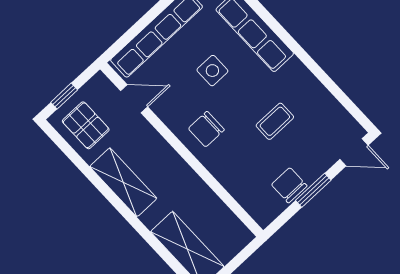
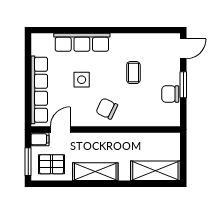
filing cabinet: (102, 86) -> (40, 139), added
window: (64, 96) -> (28, 162), width x1.50
chair: (206, 129) -> (107, 109), turned 115

